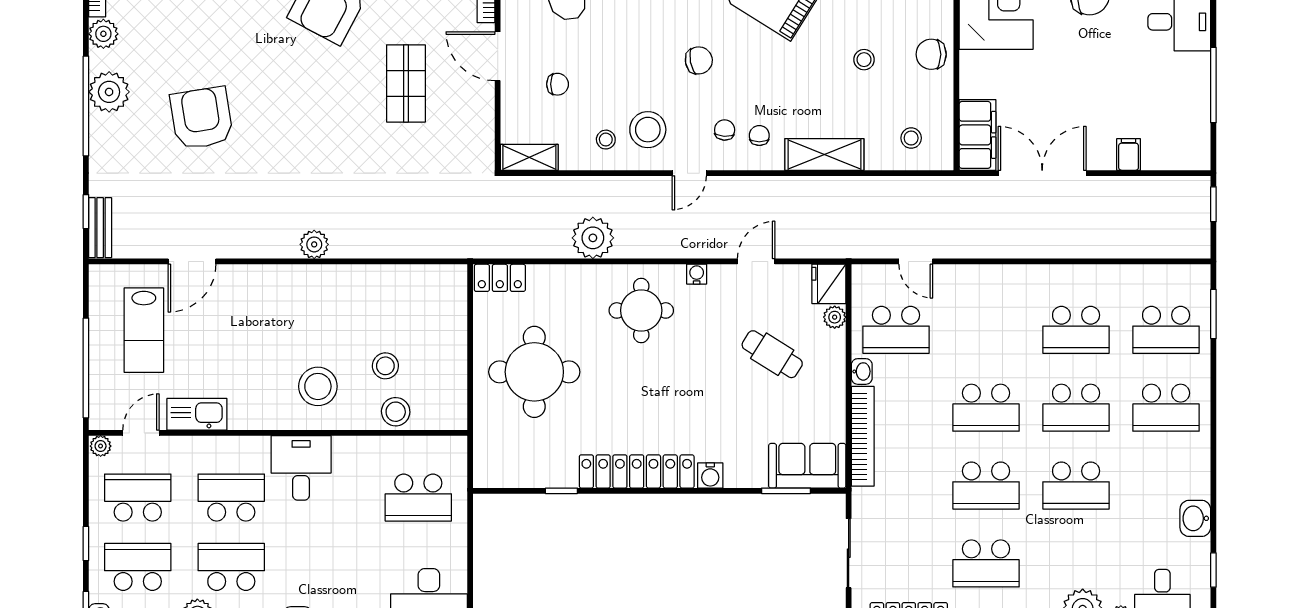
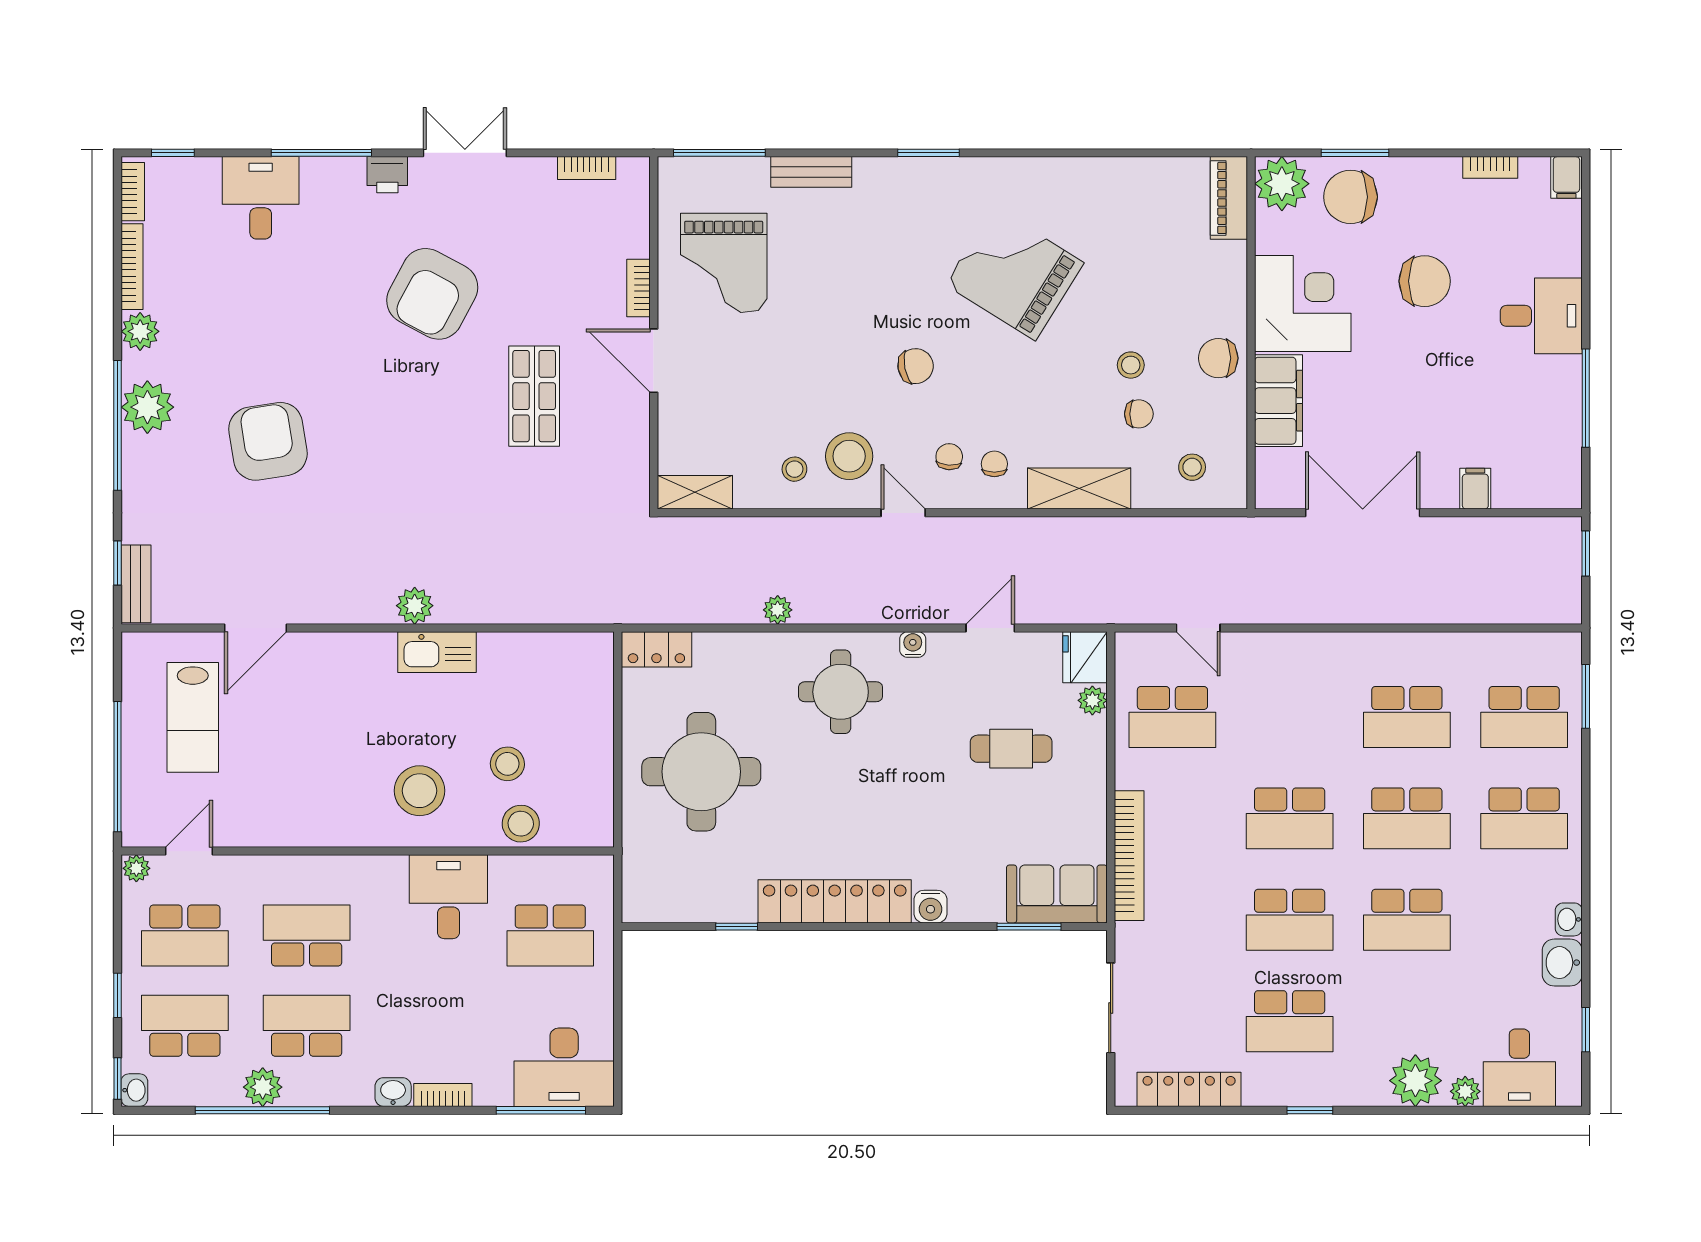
chair: (558, 84) -> (1139, 414), moved
filing cabinet: (978, 135) -> (1279, 401), moved
door: (689, 173) -> (903, 513), swing flipped
plant: (593, 238) -> (778, 610), width x0.53, depth x0.53
cafe table: (772, 354) -> (1011, 749), turned -32
washbasin: (862, 371) -> (1569, 919), moved, turned 180
kitchen sink: (197, 414) -> (437, 652), moved, turned 180
desk: (301, 468) -> (448, 897), moved
school desk: (138, 498) -> (185, 935), turned 180

